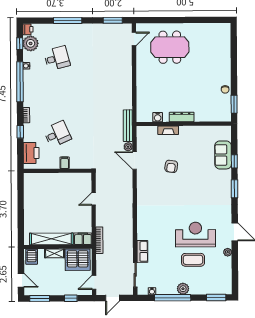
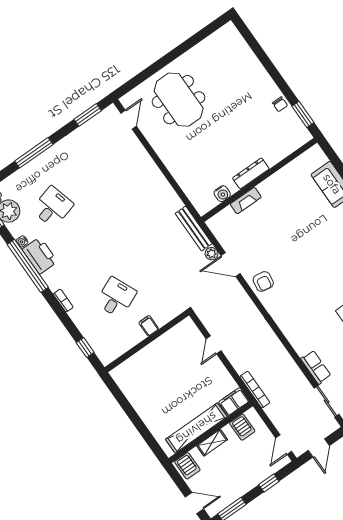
meeting table: (170, 47) -> (179, 100), turned 90
window: (20, 132) -> (85, 348), moved
printer: (31, 153) -> (40, 256), moved
armchair: (171, 166) -> (263, 281), moved
server rack: (78, 260) -> (242, 427), width x0.46, depth x0.70

